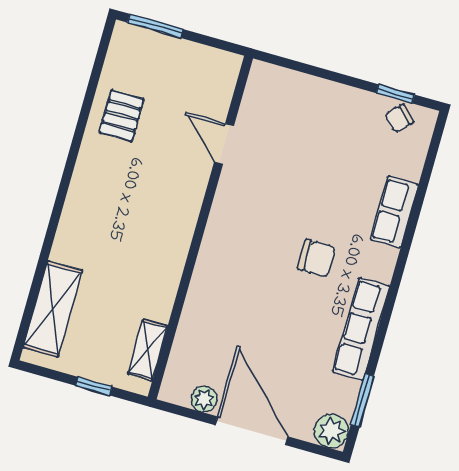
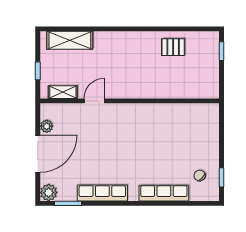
window: (155, 26) -> (222, 51), width x0.67
chair: (399, 118) -> (200, 176), moved
door: (224, 144) -> (94, 101), moved
row of seats: (394, 212) -> (164, 193), width x1.48
chair: (316, 258) -> (131, 162), removed

